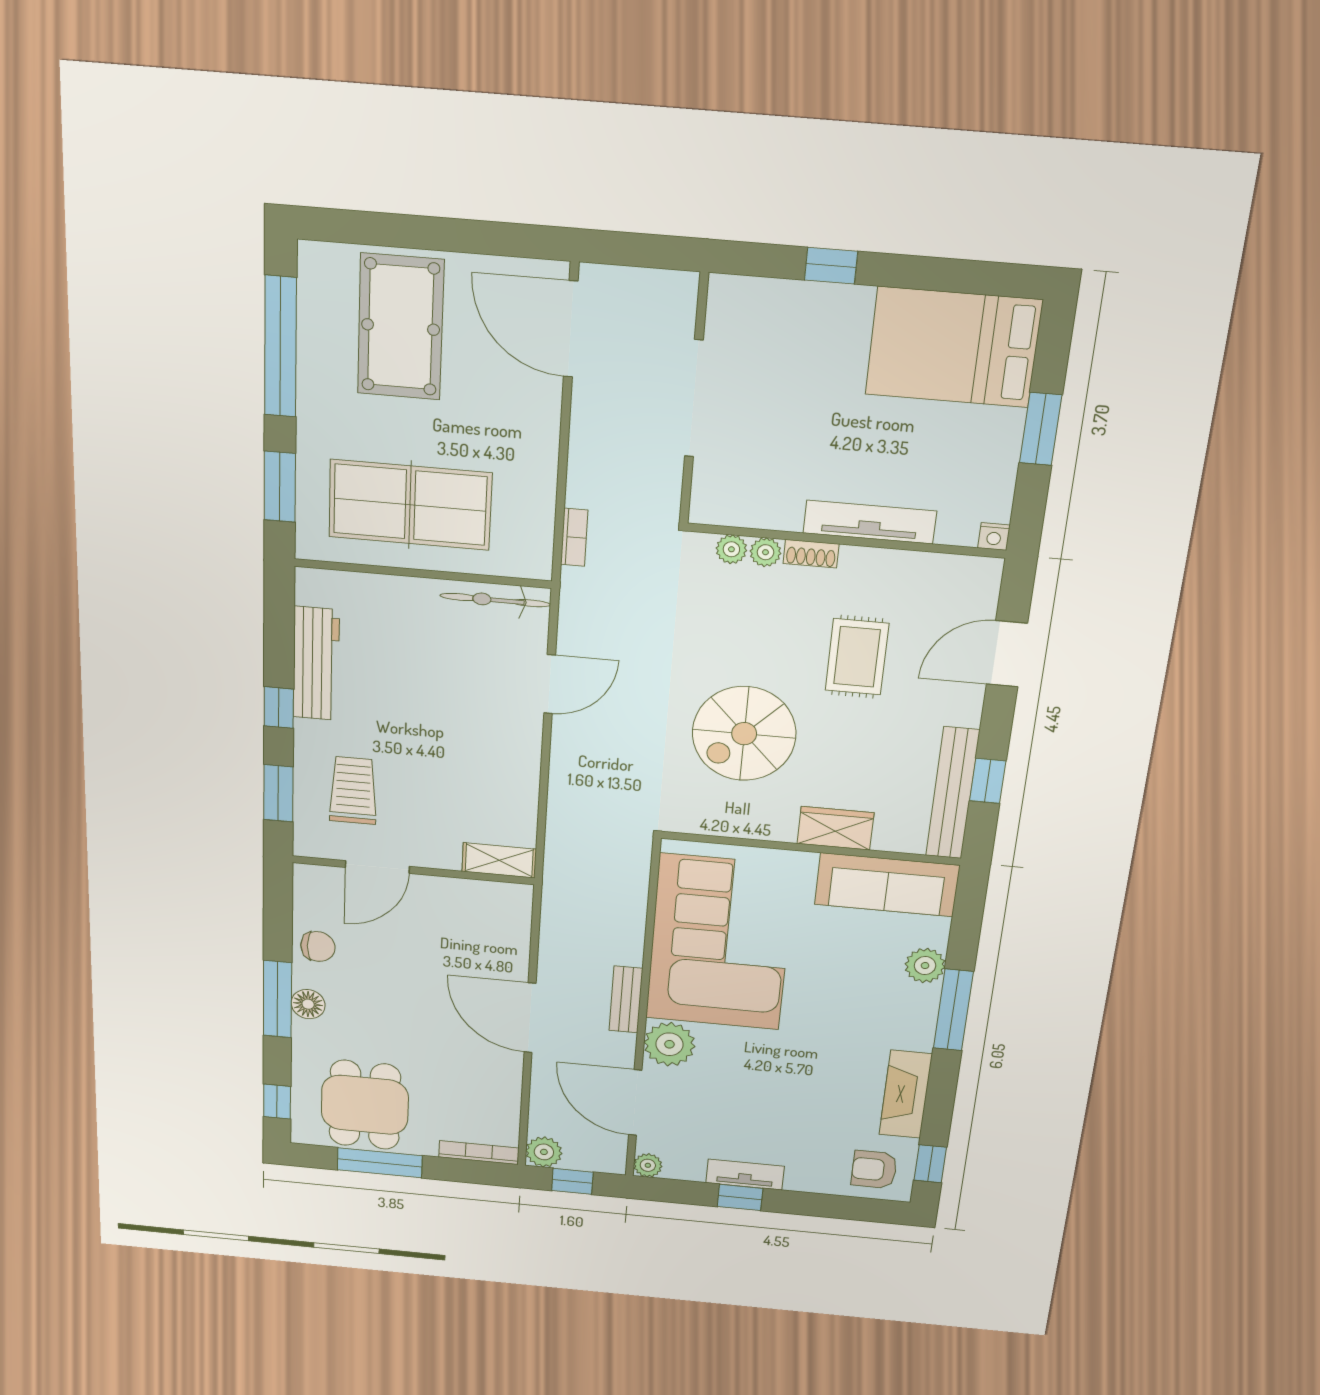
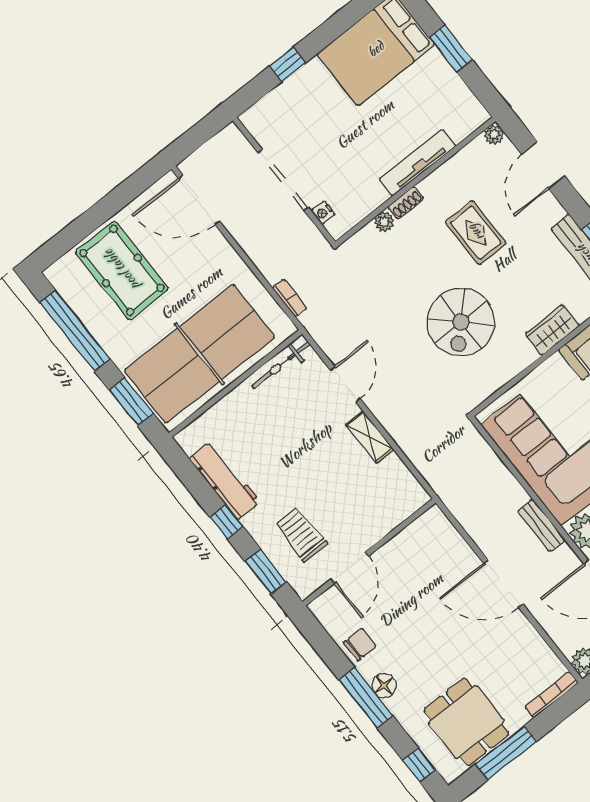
table tennis table: (410, 505) -> (200, 354), width x1.36, depth x1.32
nightstand: (994, 536) -> (323, 213), moved, turned 90
plant: (731, 549) -> (494, 135), moved
shelving: (499, 860) -> (370, 437), moved, turned 90

